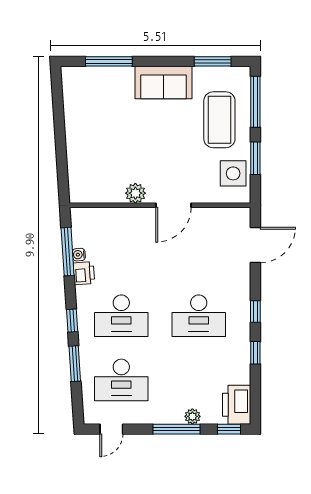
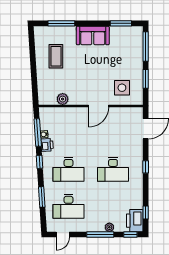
coffee table: (219, 120) -> (56, 56), moved, width x0.73, depth x0.76
side table: (233, 173) -> (122, 88), moved
plant: (135, 193) -> (63, 99), moved
window: (72, 321) -> (40, 162), moved
window: (255, 353) -> (146, 213), moved

